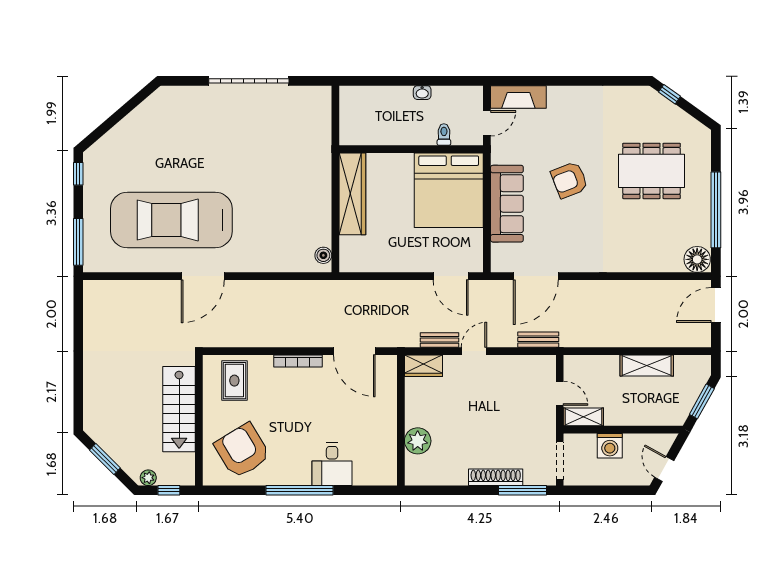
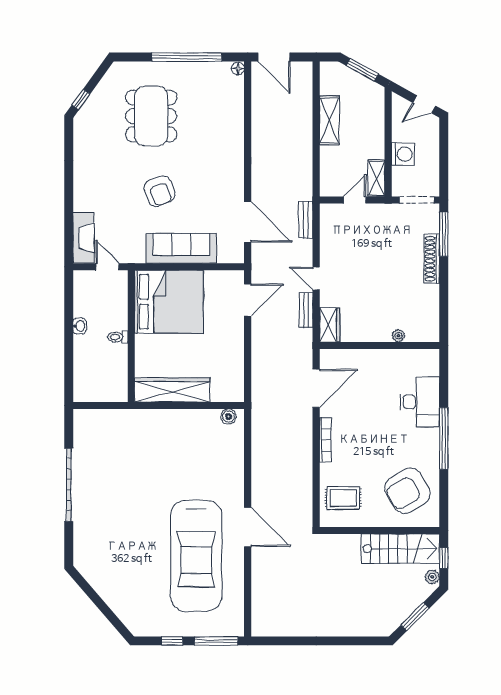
toilet: (444, 134) -> (118, 337), moved
window: (78, 174) -> (172, 641), moved
floor lamp: (697, 259) -> (238, 69), width x0.53, depth x0.53
stairs: (179, 409) -> (400, 549), moved
plant: (418, 441) -> (398, 336), width x0.53, depth x0.53
desk: (332, 464) -> (420, 402), width x1.37

